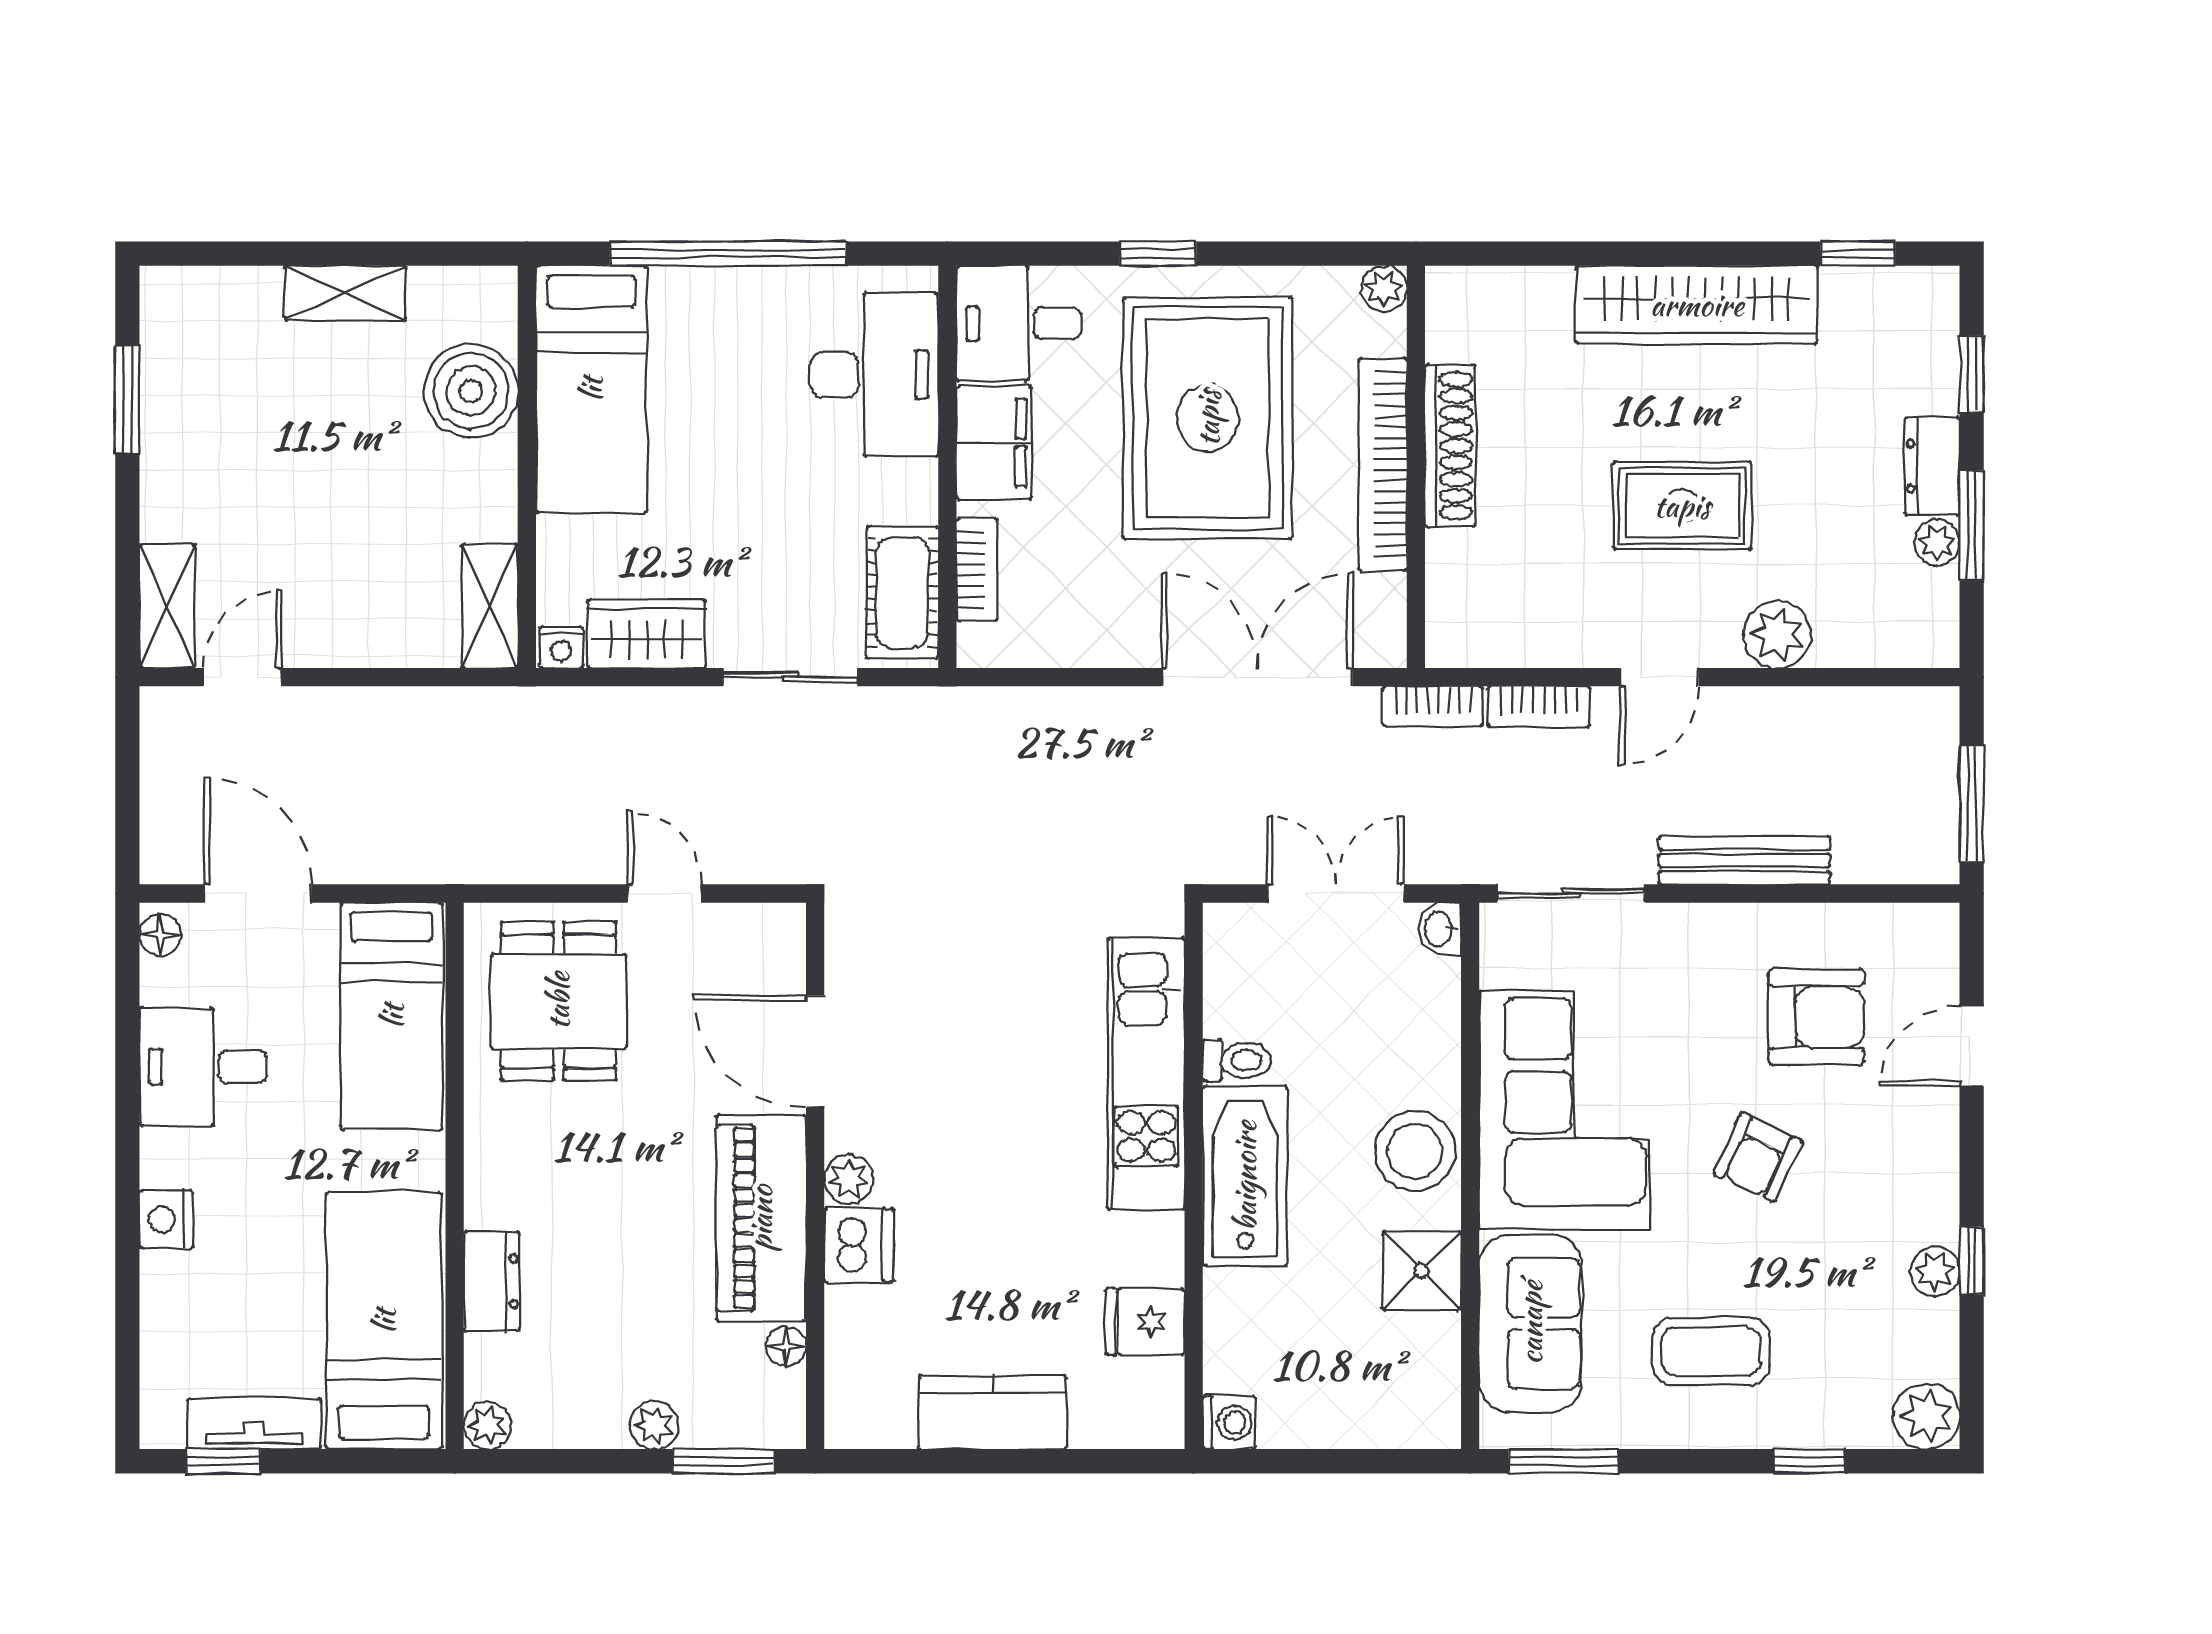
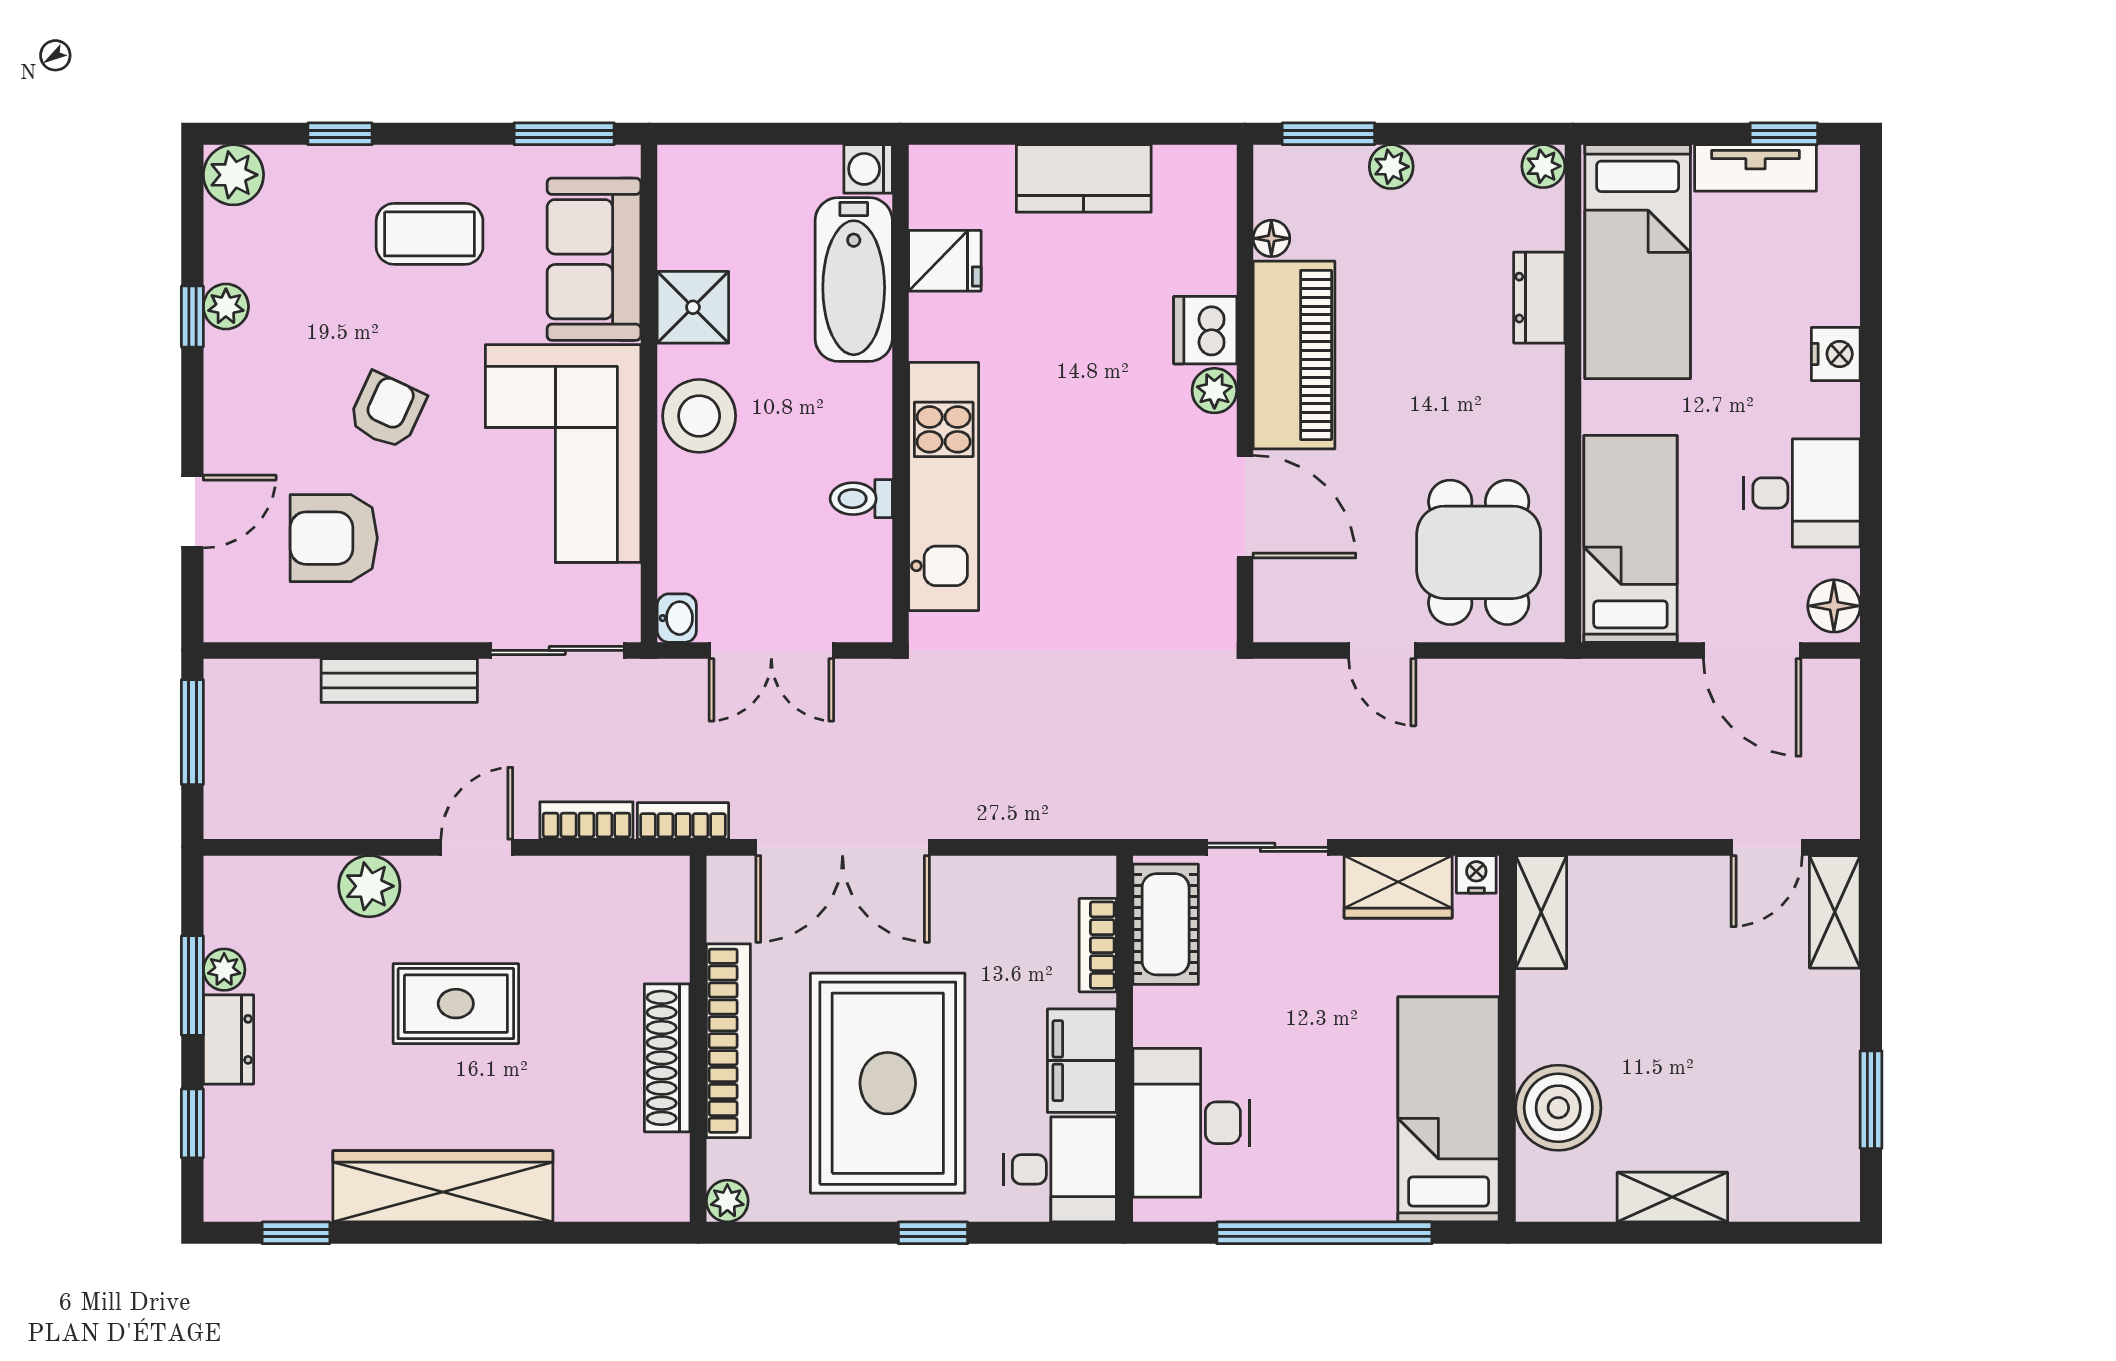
floor lamp: (160, 935) -> (1834, 606), width x1.37, depth x1.37
bathtub: (1245, 1176) -> (854, 279), moved

